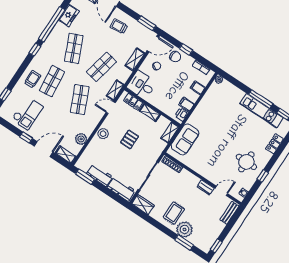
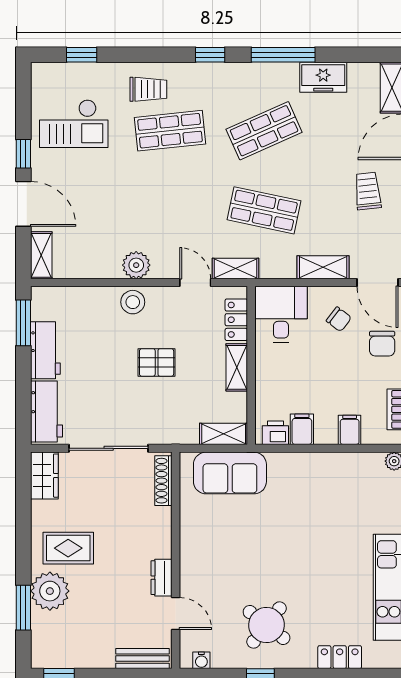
window: (52, 24) -> (283, 55), width x0.68
shop shelf: (80, 100) -> (170, 210), removed
plant: (81, 139) -> (136, 265), moved
round table: (246, 162) -> (267, 625), turned 38

